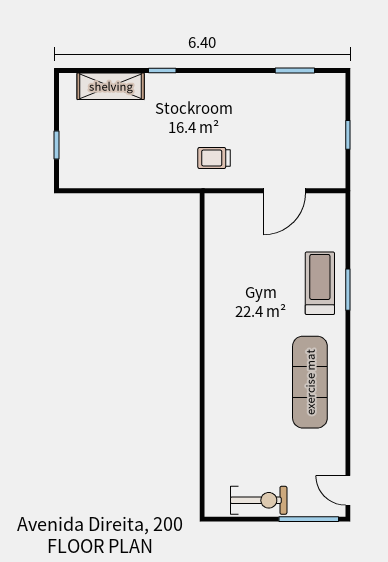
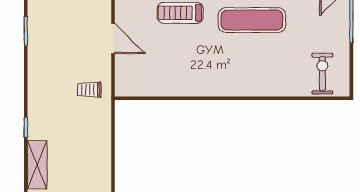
trolley: (214, 158) -> (89, 90), turned 90
exercise bike: (259, 500) -> (322, 74), moved

